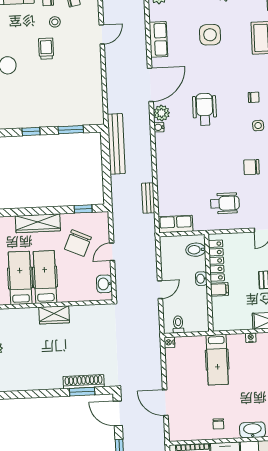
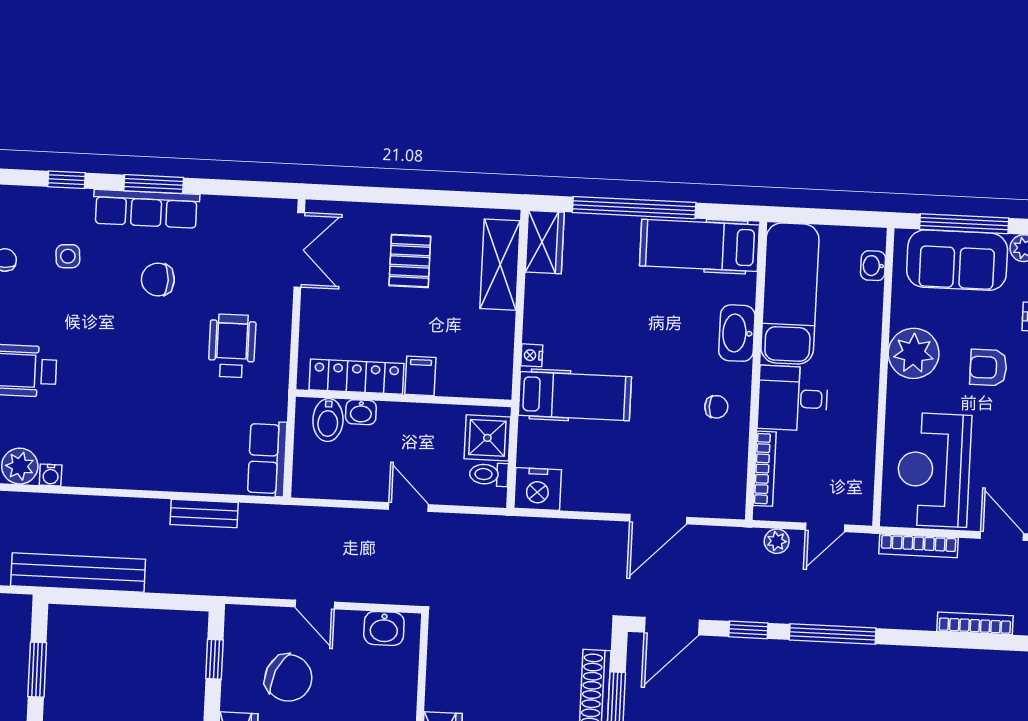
chair: (252, 167) -> (158, 279), turned 90
washbasin: (201, 279) -> (361, 412), moved
shower: (195, 322) -> (487, 438), added
nightstand: (251, 338) -> (532, 355), moved
nightstand: (169, 342) -> (538, 489), width x1.89, depth x1.79

